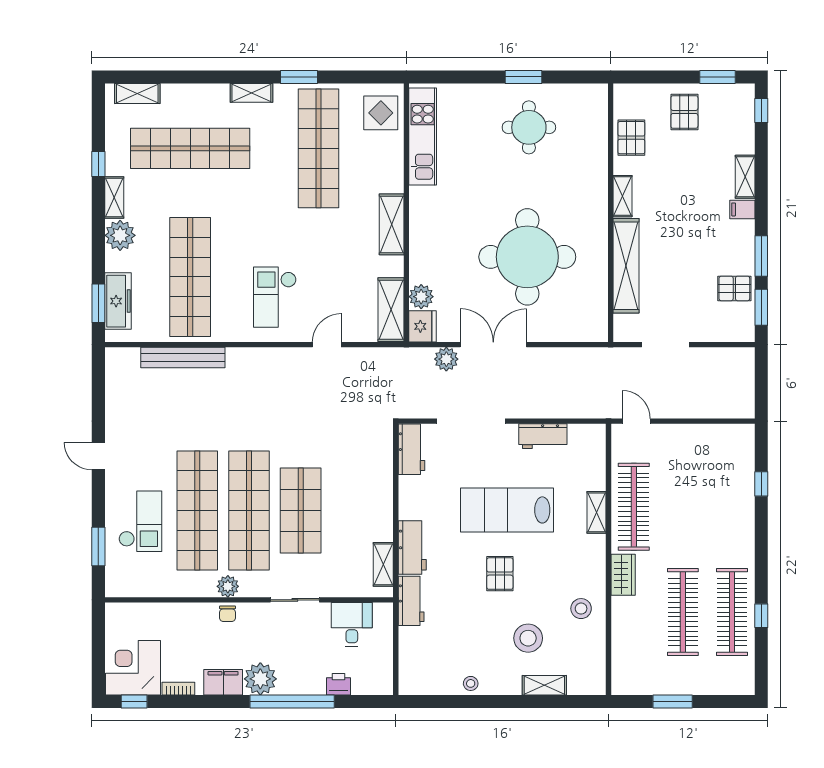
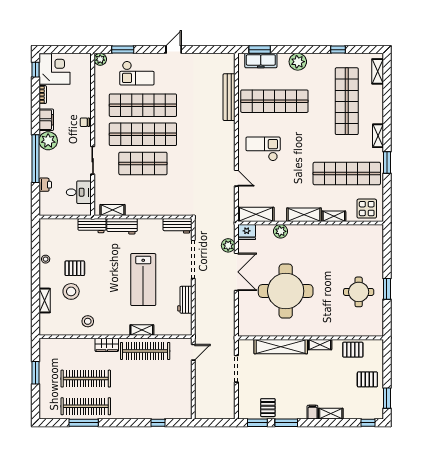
kitchen unit: (423, 137) -> (353, 232), removed
shelving: (114, 198) -> (334, 216), moved
plant: (421, 297) -> (281, 231), moved
lab bench: (507, 510) -> (143, 280), turned 180
pallet: (500, 574) -> (75, 268), moved
plant: (228, 586) -> (100, 59), moved
window: (761, 616) -> (84, 423), width x2.17

